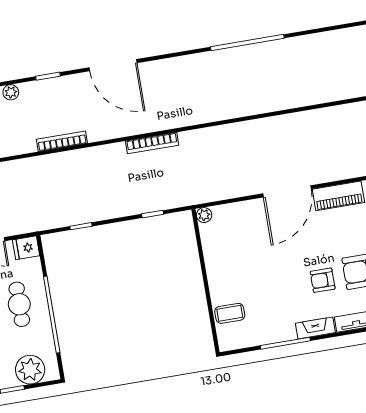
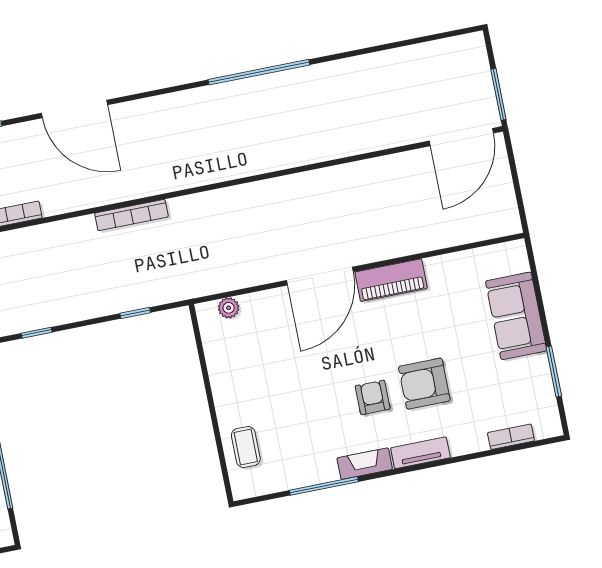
plant: (204, 215) -> (229, 308), moved
armchair: (323, 280) -> (373, 397), turned 90
coffee table: (230, 313) -> (246, 447), turned 90

